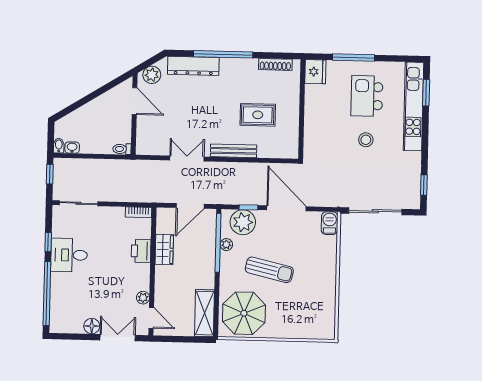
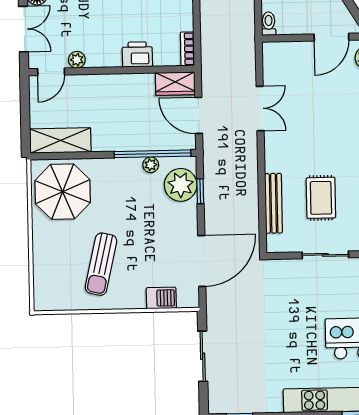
sliding door: (302, 113) -> (325, 255), added
stool: (366, 140) -> (295, 340), removed
bench: (234, 151) -> (274, 203), moved
door: (286, 208) -> (202, 261), moved
sliding door: (375, 211) -> (203, 356), width x0.73
barbecue: (330, 223) -> (161, 298), moved
wardrobe: (164, 249) -> (175, 84), moved
sun lounger: (269, 270) -> (101, 264), moved

